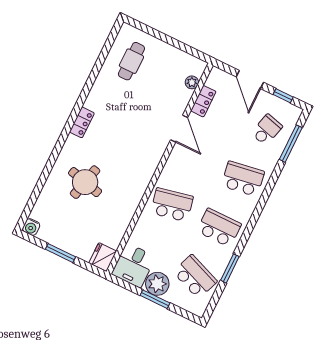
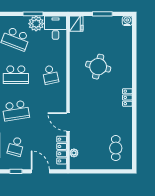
locker: (203, 101) -> (62, 150), width x1.53
round table: (85, 182) -> (98, 67), moved
school desk: (172, 205) -> (50, 75), width x0.54

